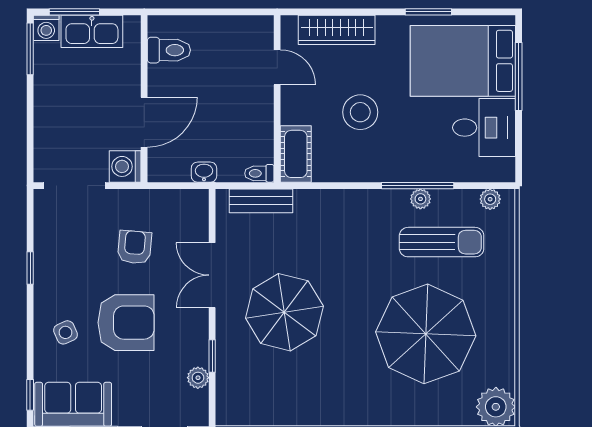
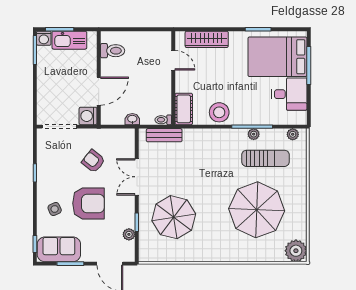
stool: (360, 112) -> (219, 112), moved
armchair: (135, 247) -> (93, 161), turned -57
parasol: (284, 312) -> (174, 217), moved

